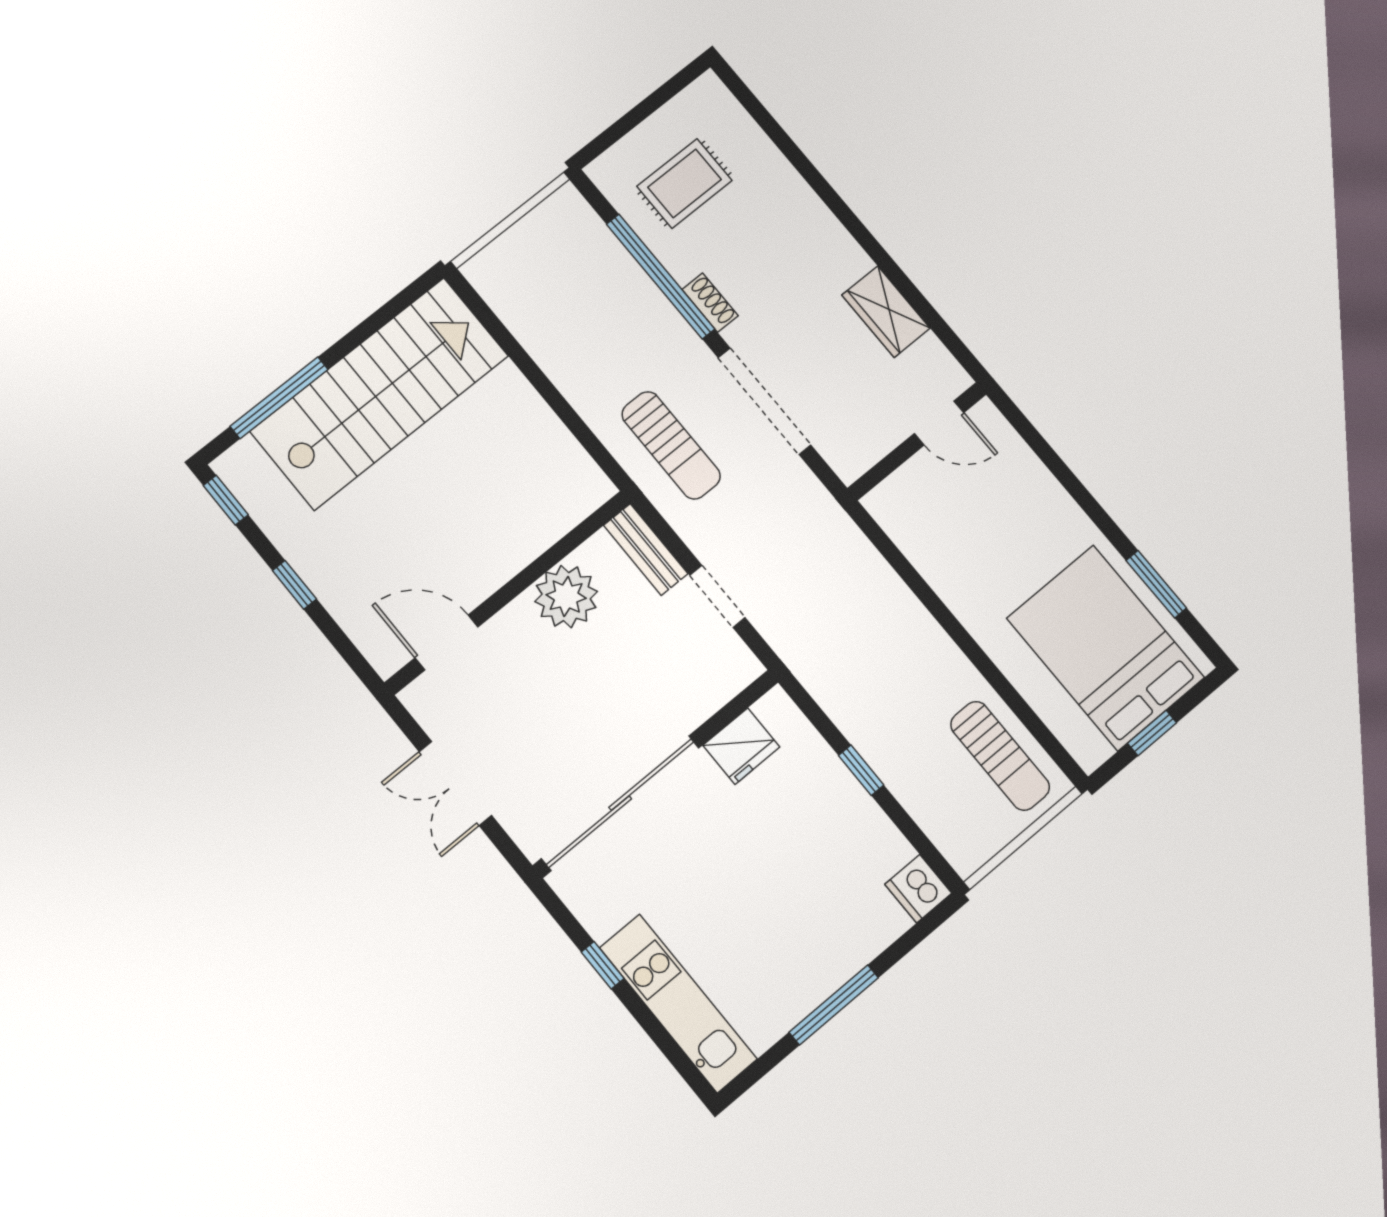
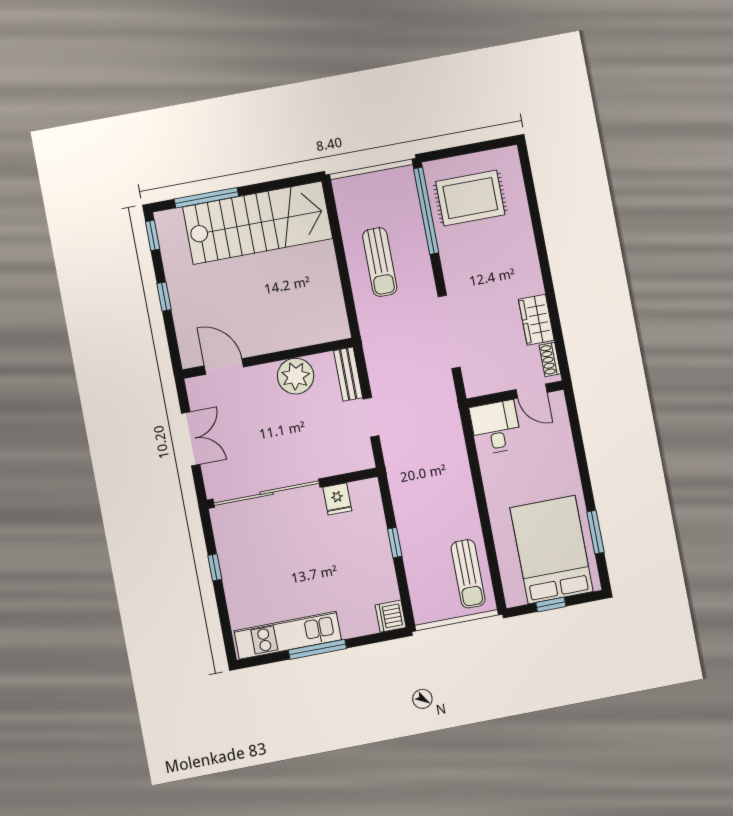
rug: (685, 183) -> (470, 198), width x1.36, depth x1.43
window: (660, 277) -> (426, 211), moved
shoe rack: (710, 303) -> (550, 359), moved, turned 180
sun lounger: (671, 445) -> (380, 262), moved
desk: (916, 508) -> (496, 427), added
fridge: (741, 746) -> (337, 499), width x0.72
double door: (455, 783) -> (191, 439), swing flipped
kitchen unit: (678, 1003) -> (288, 635), moved, turned -90

